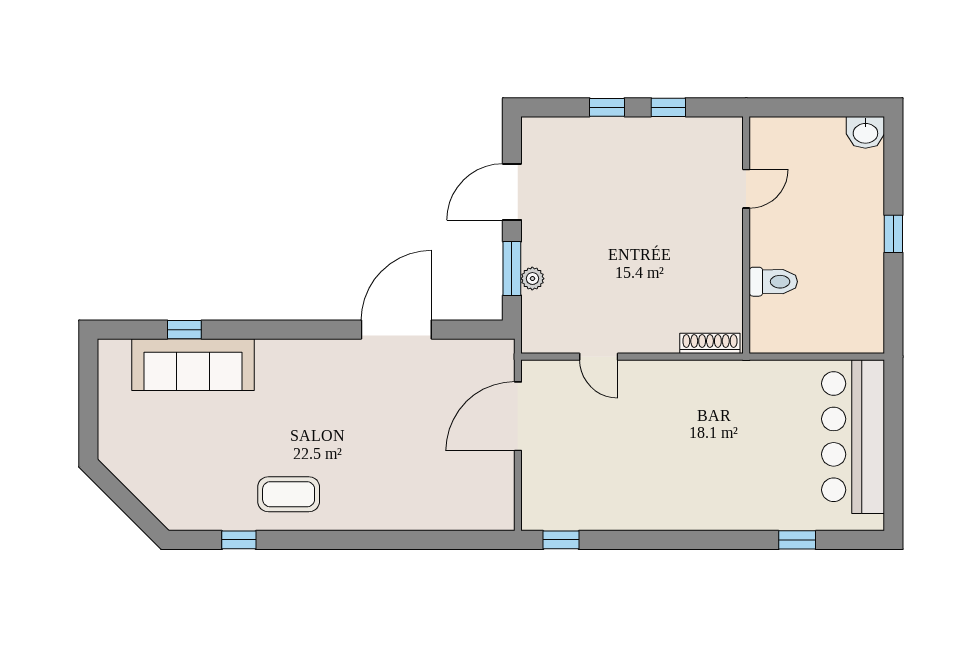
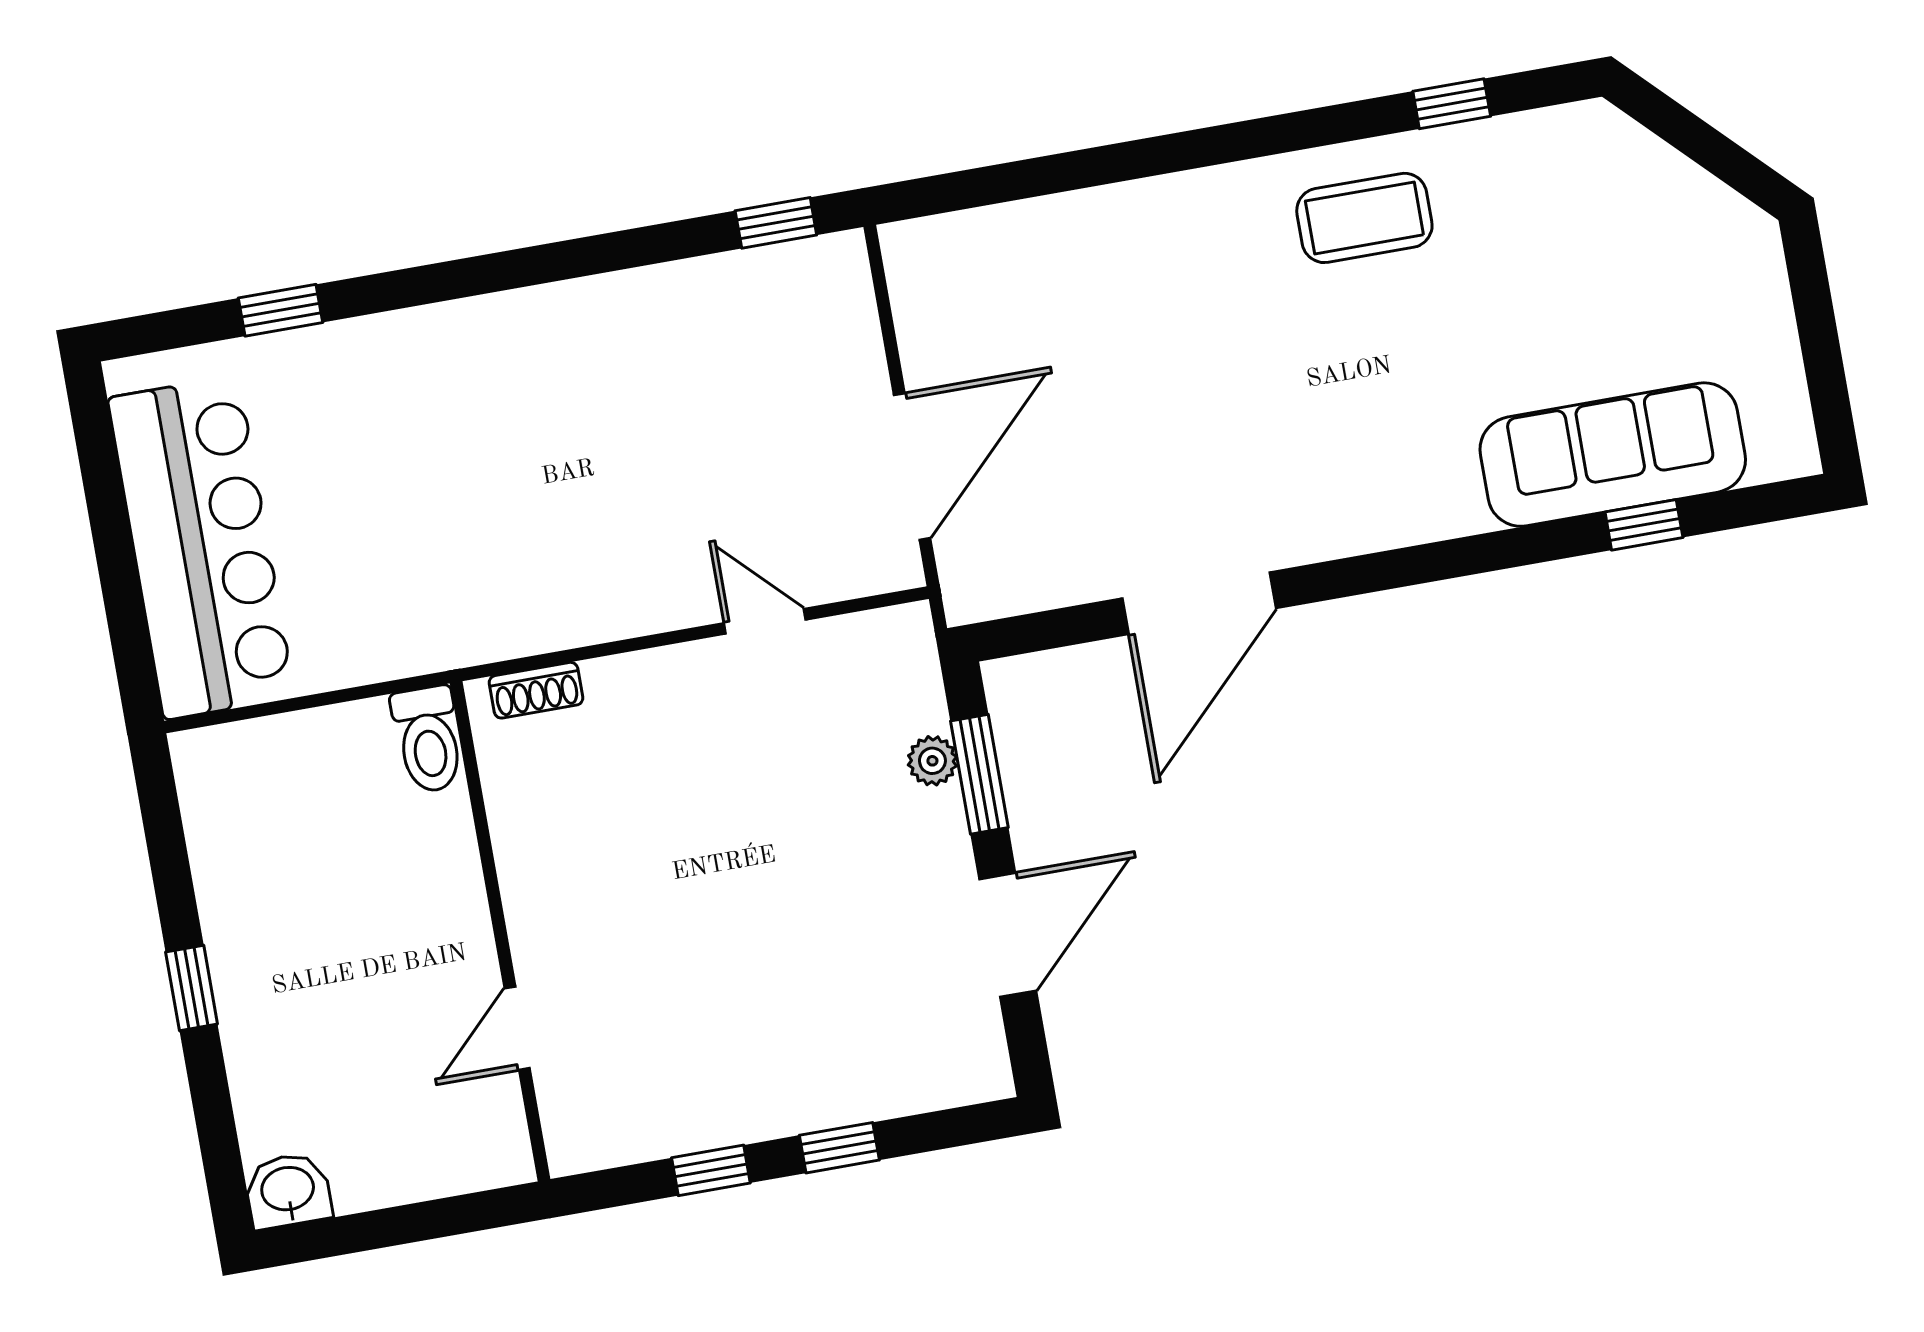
toilet: (773, 282) -> (428, 739), moved, turned -90
shoe rack: (710, 343) -> (536, 690), width x0.70

